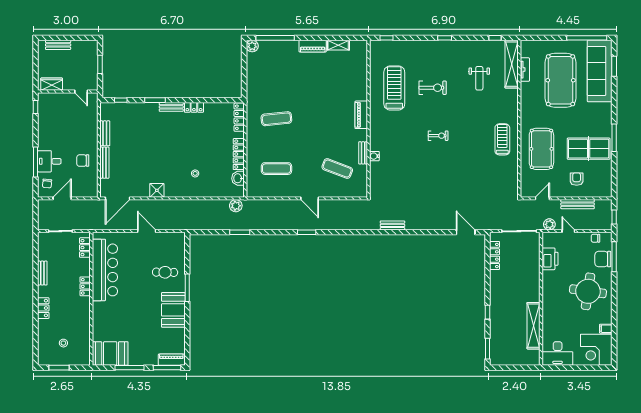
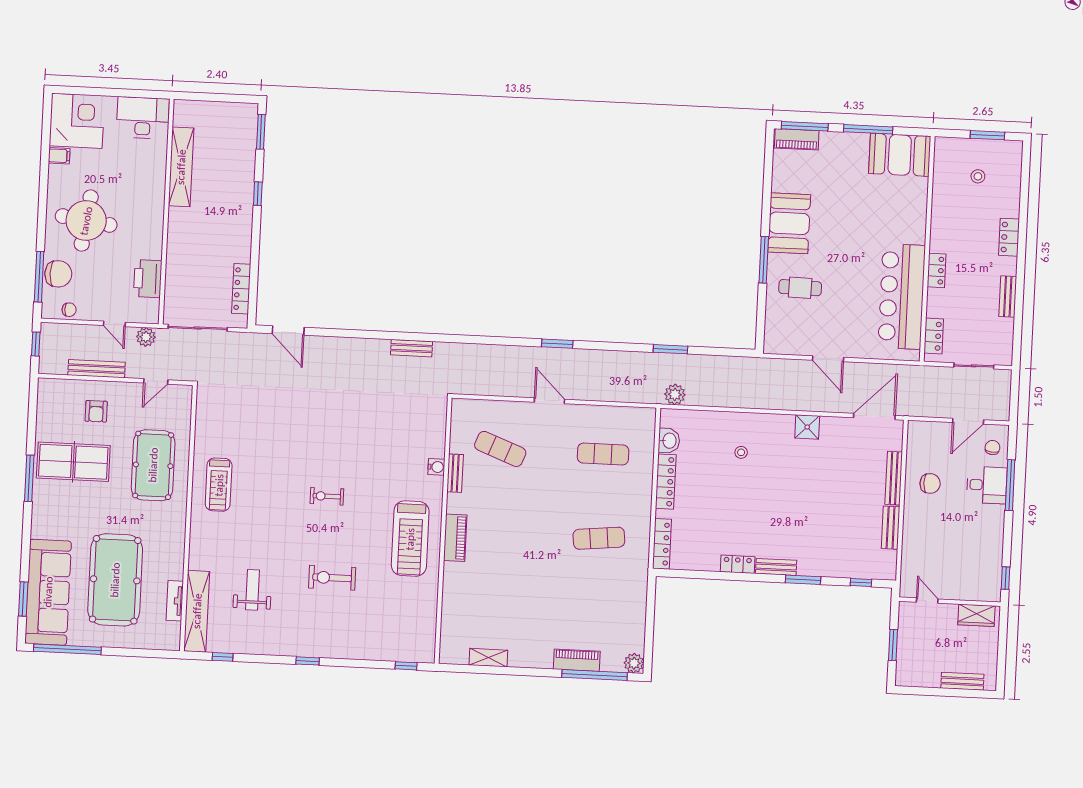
piano: (313, 46) -> (577, 660), moved
treadmill: (394, 88) -> (410, 539), moved

